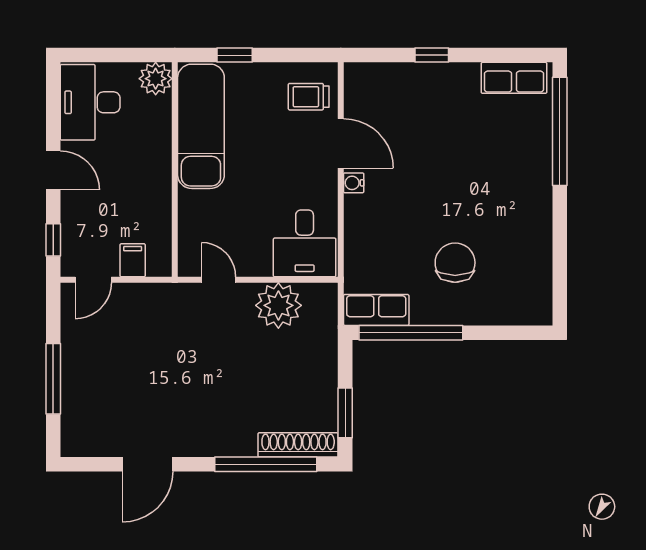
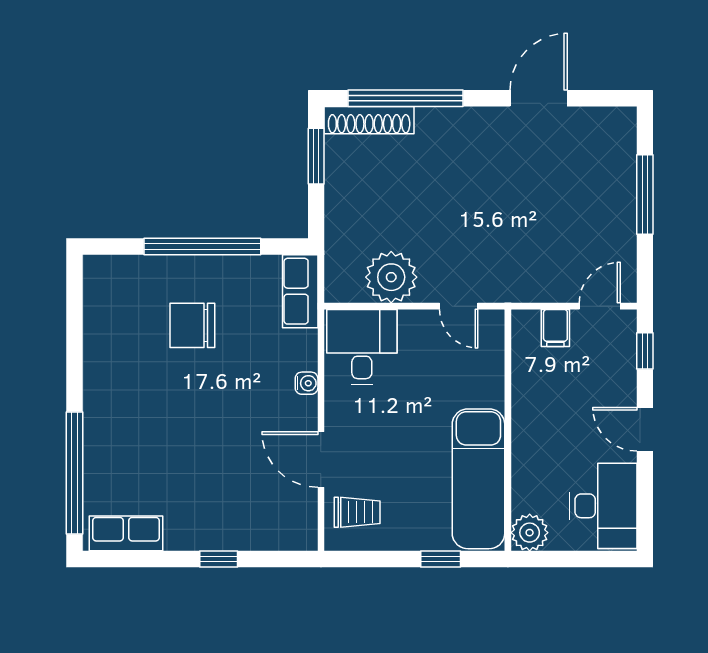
water cooler: (354, 183) -> (307, 383), moved
chair: (455, 263) -> (192, 325), turned 90
row of seats: (376, 310) -> (300, 291), moved, turned 90
window: (411, 333) -> (202, 246), moved

